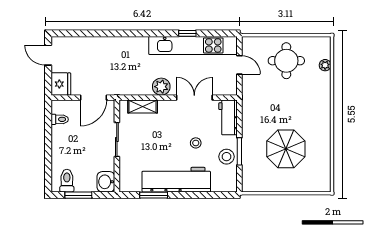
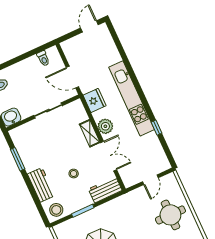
kitchen unit: (193, 45) -> (132, 98), moved
fridge: (61, 84) -> (95, 100), moved, turned -90
shelving: (143, 106) -> (90, 133), moved
stool: (226, 157) -> (56, 210), moved
workbench: (176, 180) -> (41, 185), width x0.53, depth x0.76

